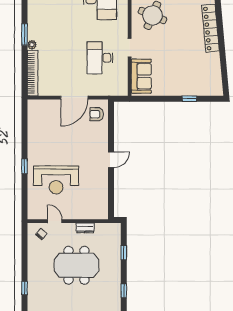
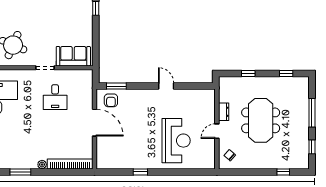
window: (24, 34) -> (20, 172), moved
desk: (100, 58) -> (55, 97), width x0.73
window: (111, 120) -> (116, 86), added
door: (111, 160) -> (166, 86), moved
window: (24, 166) -> (140, 172), moved
door: (55, 221) -> (217, 131), moved

